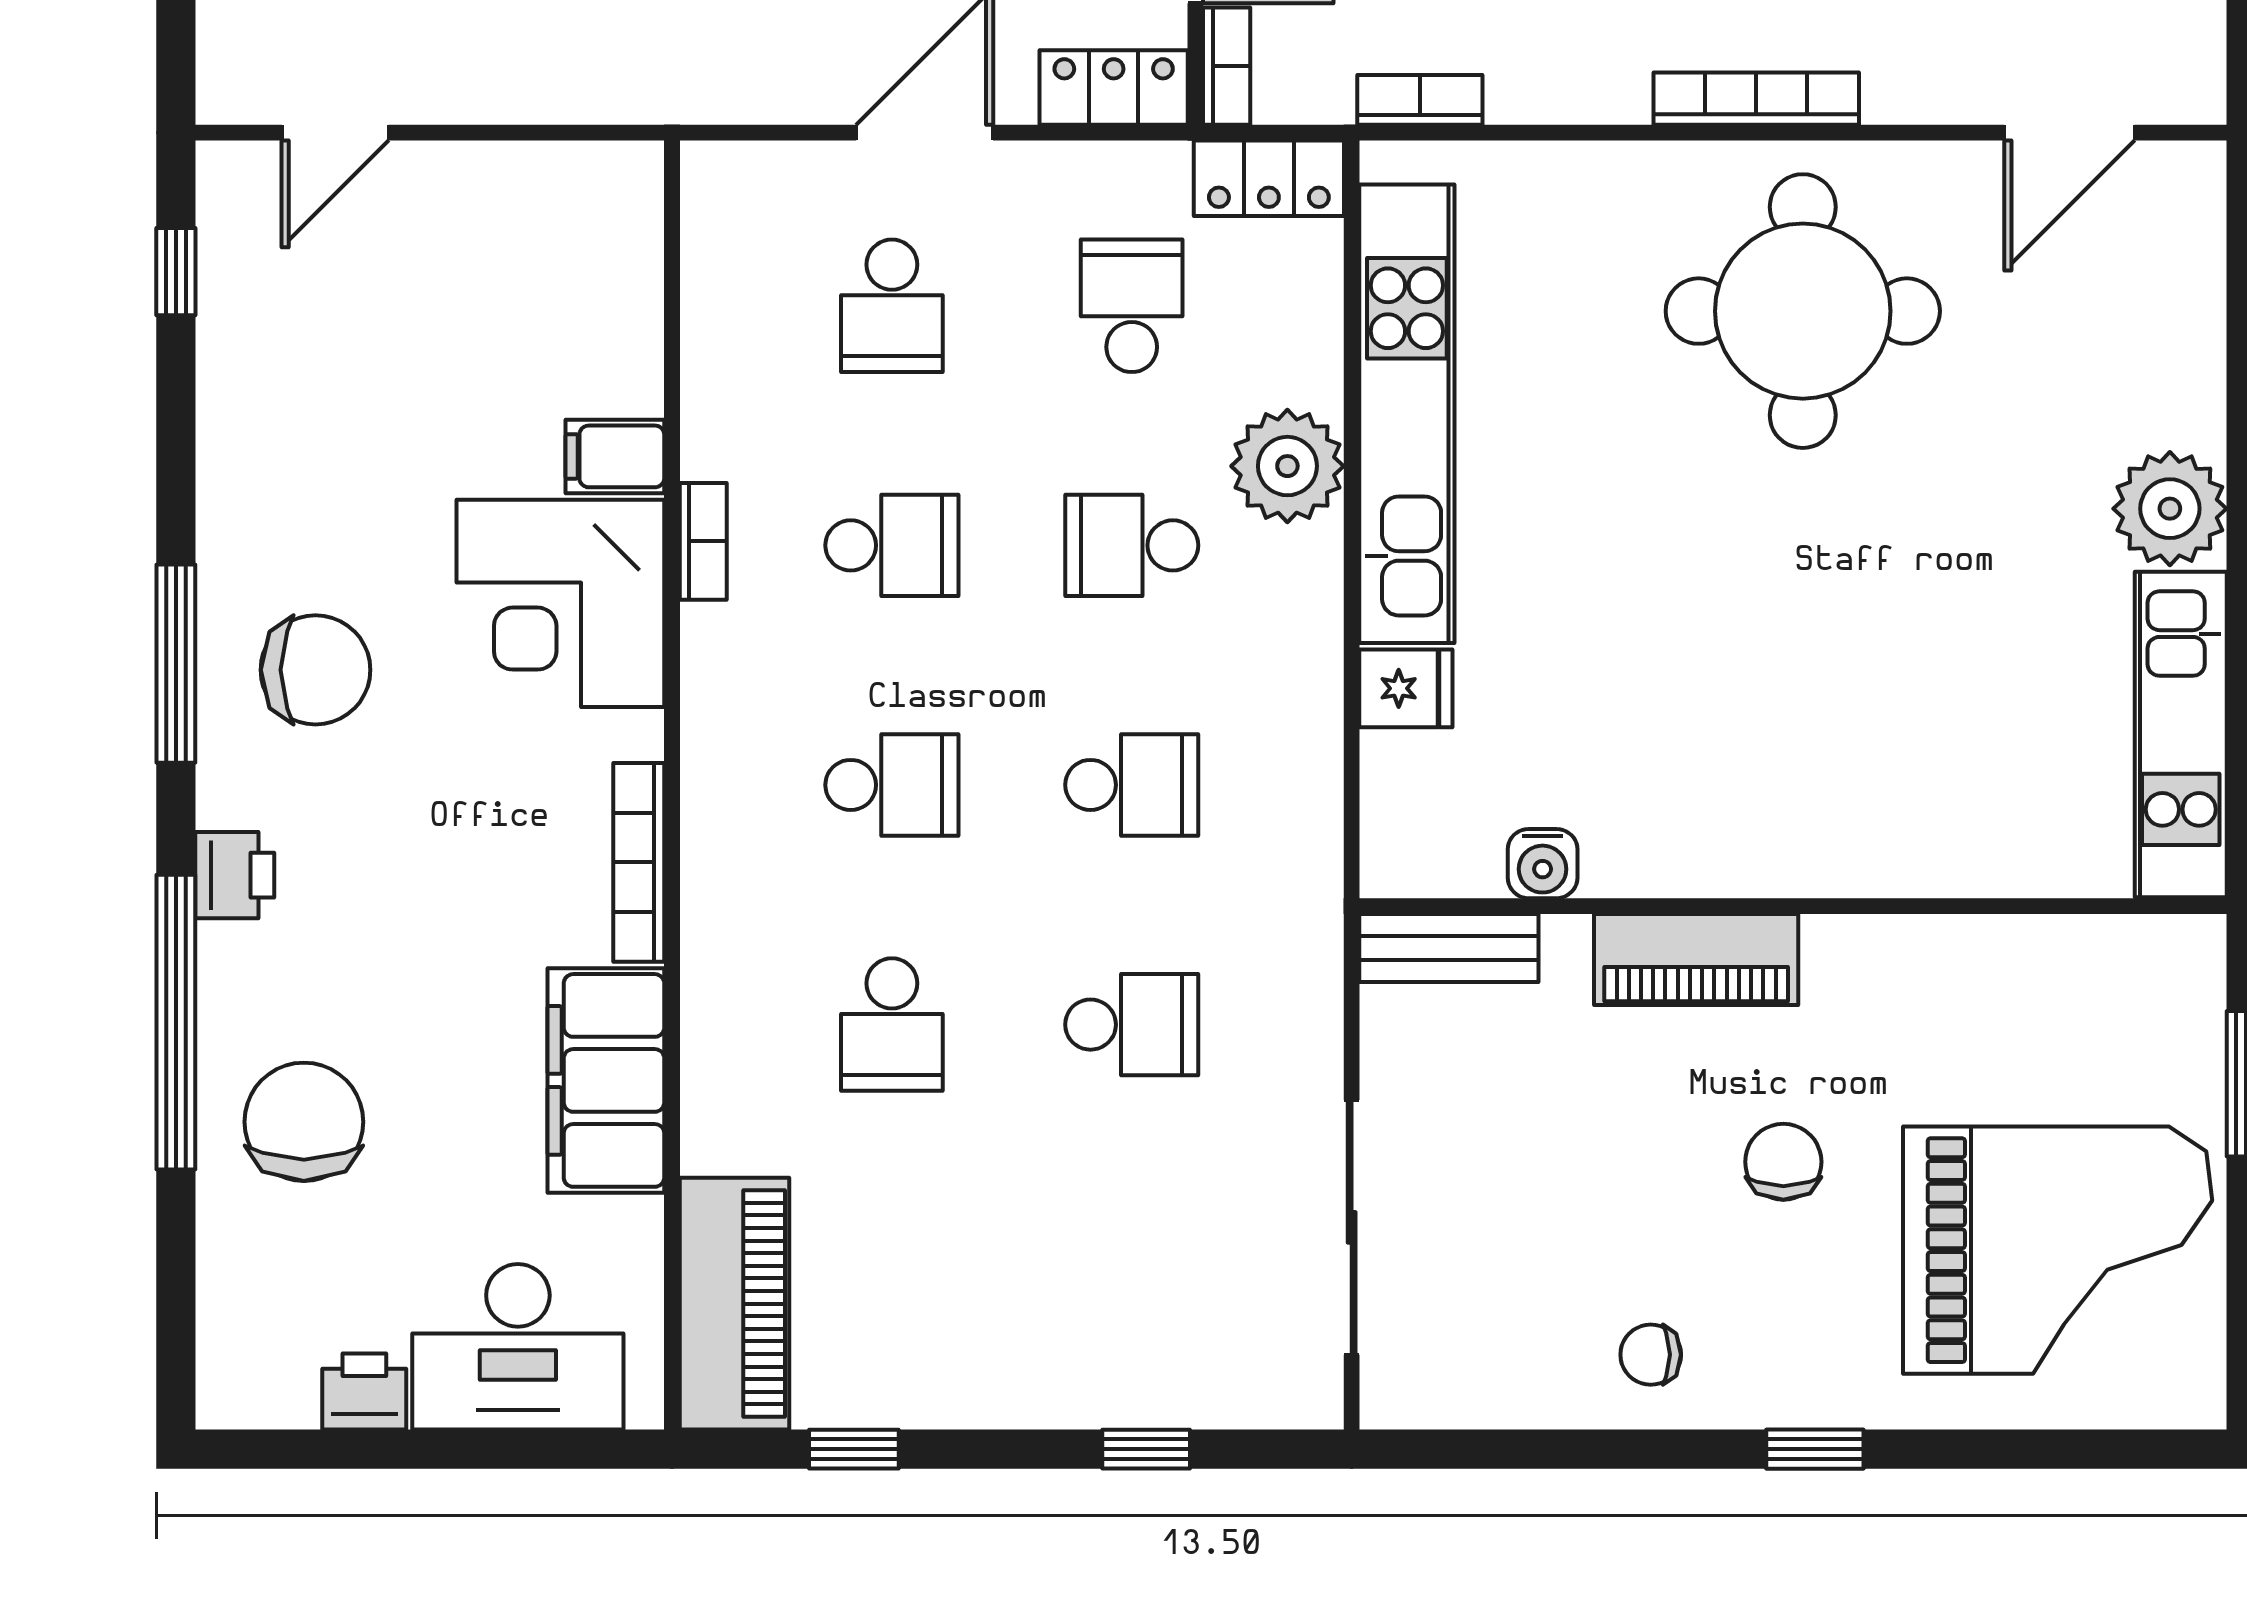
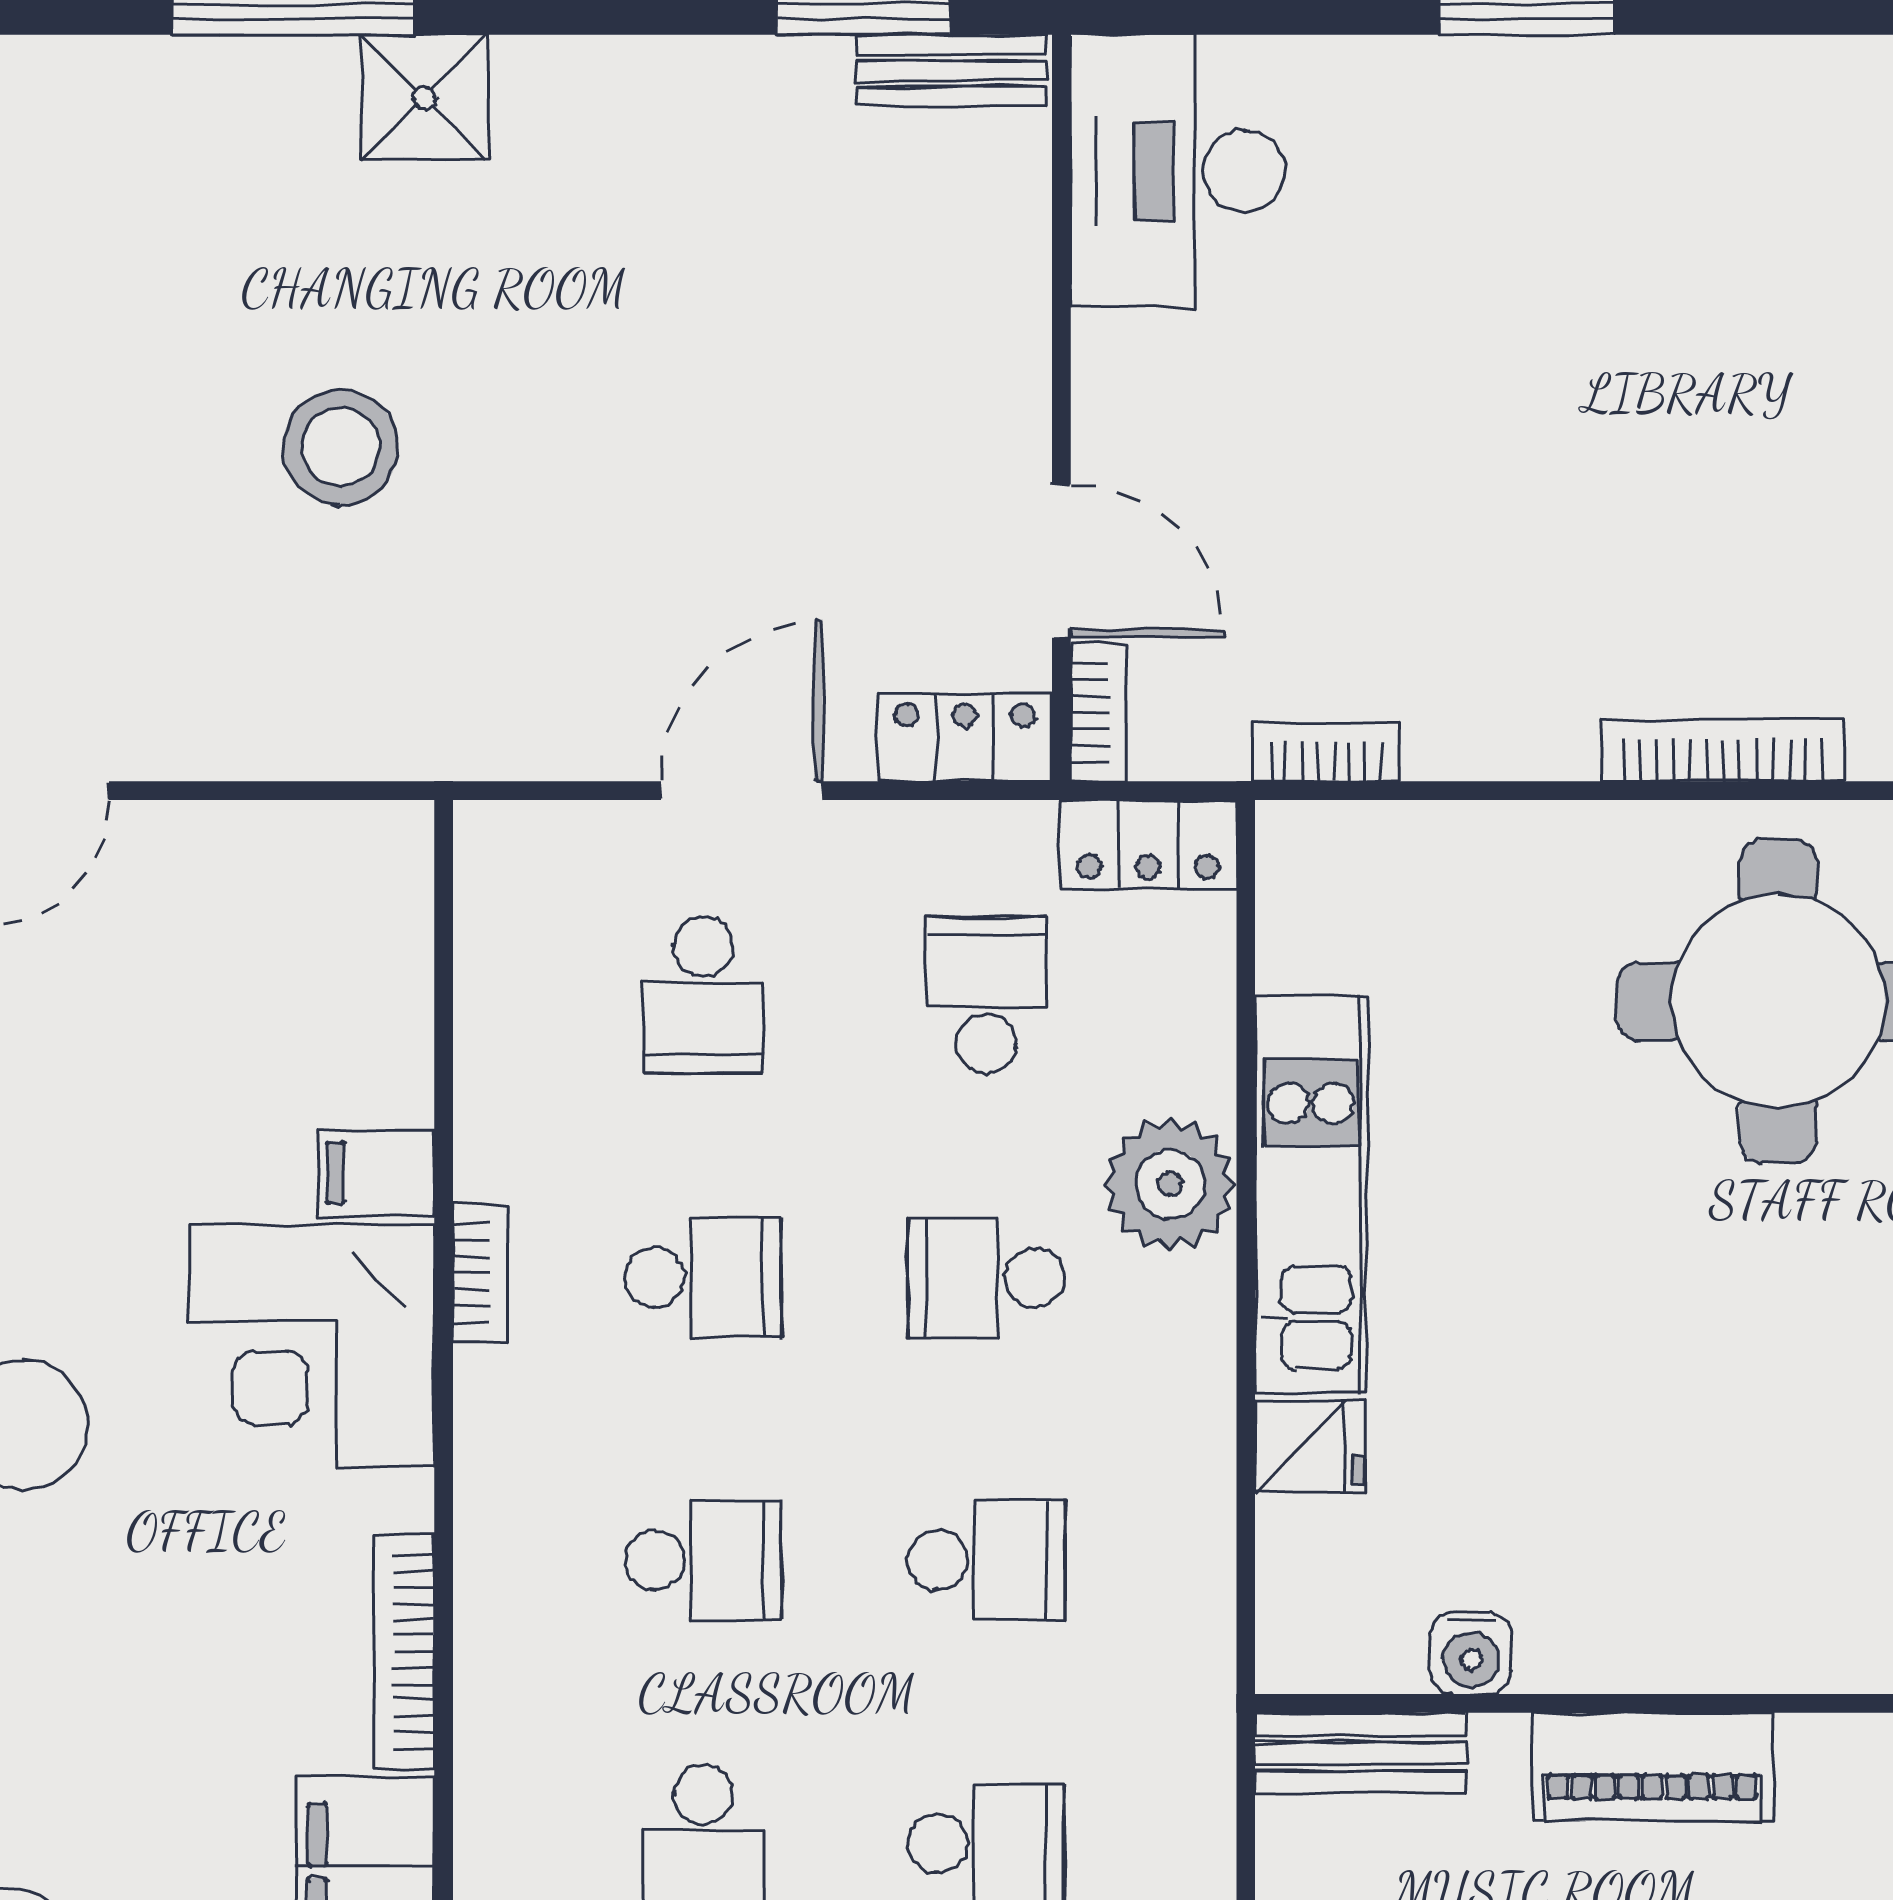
kitchen unit: (1407, 414) -> (1311, 1194), width x0.73

